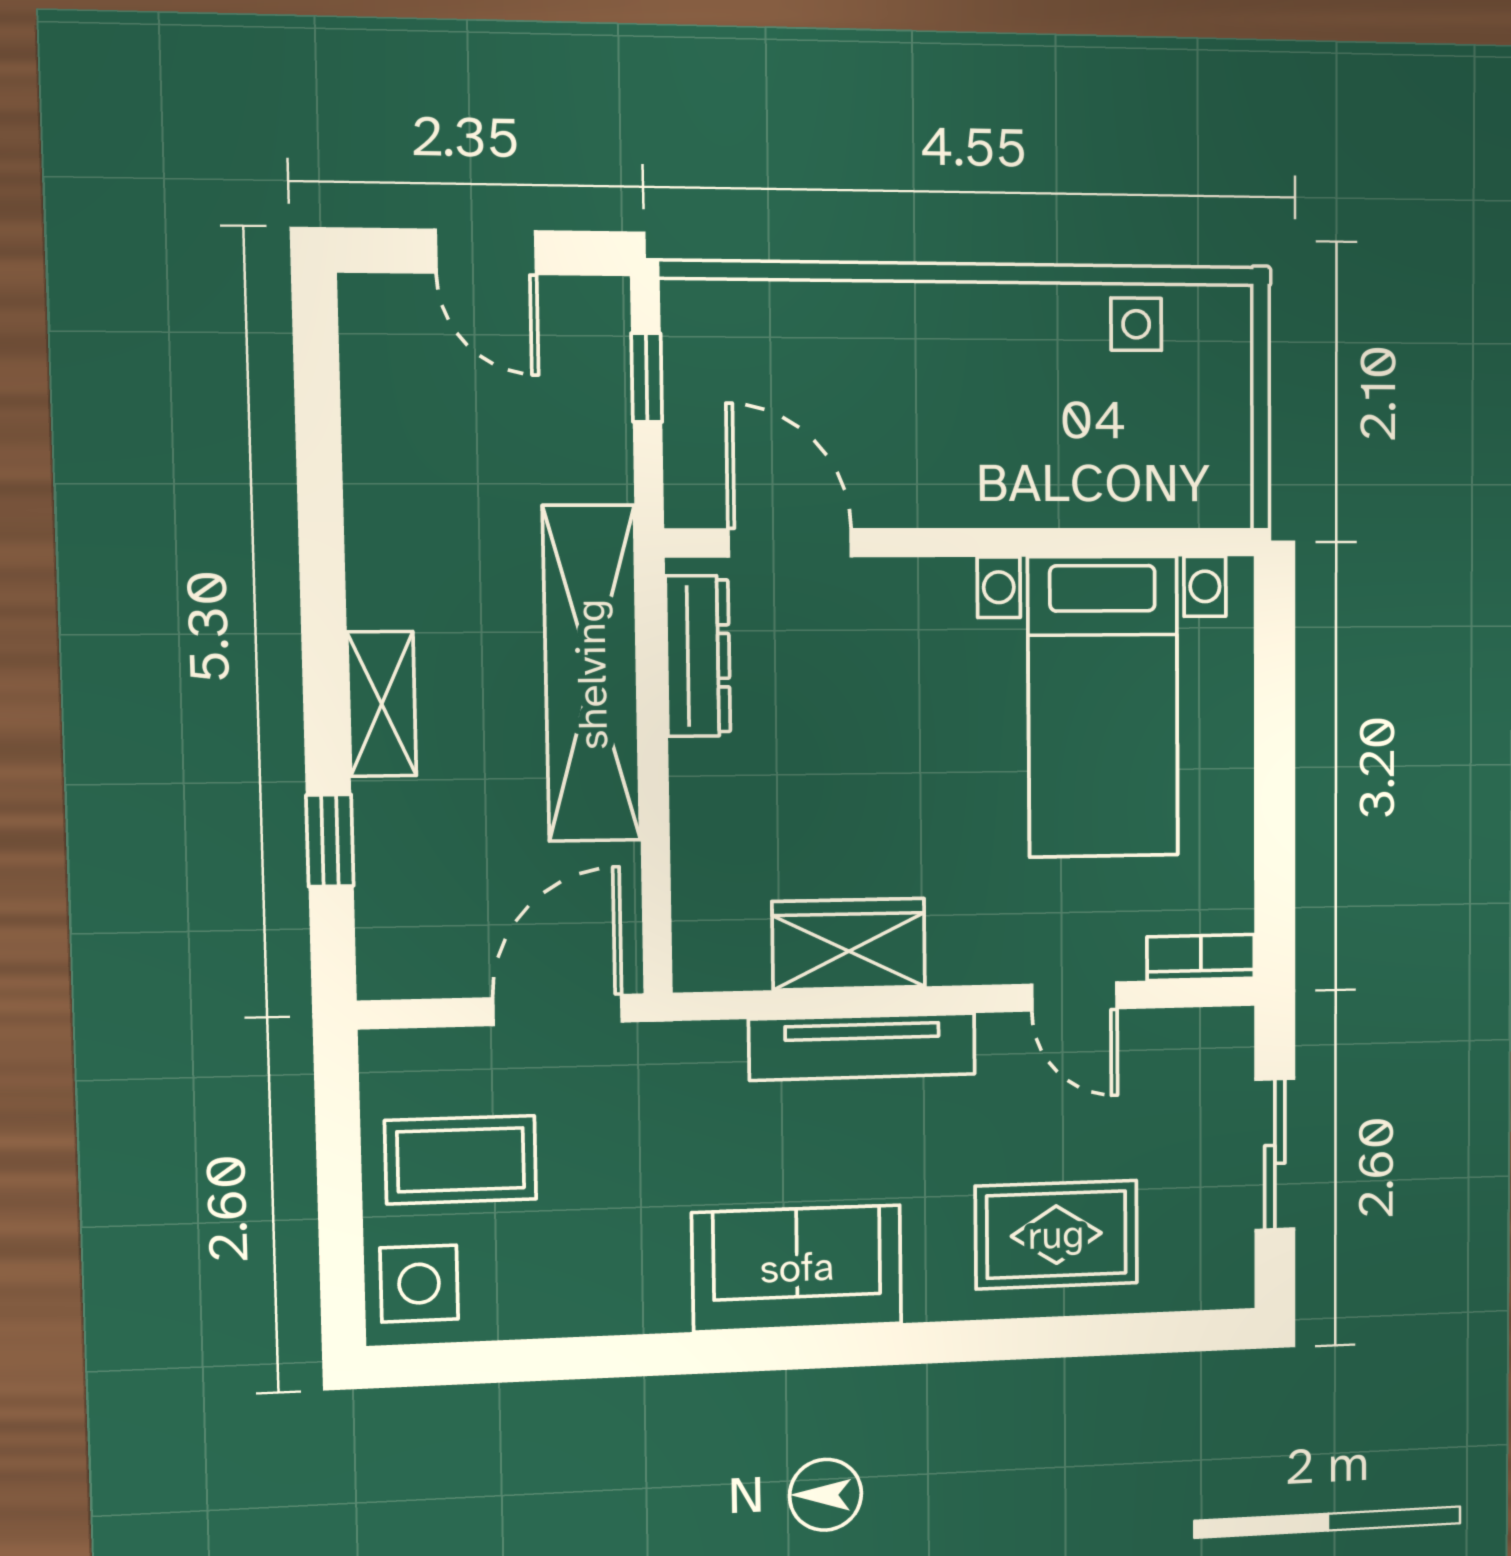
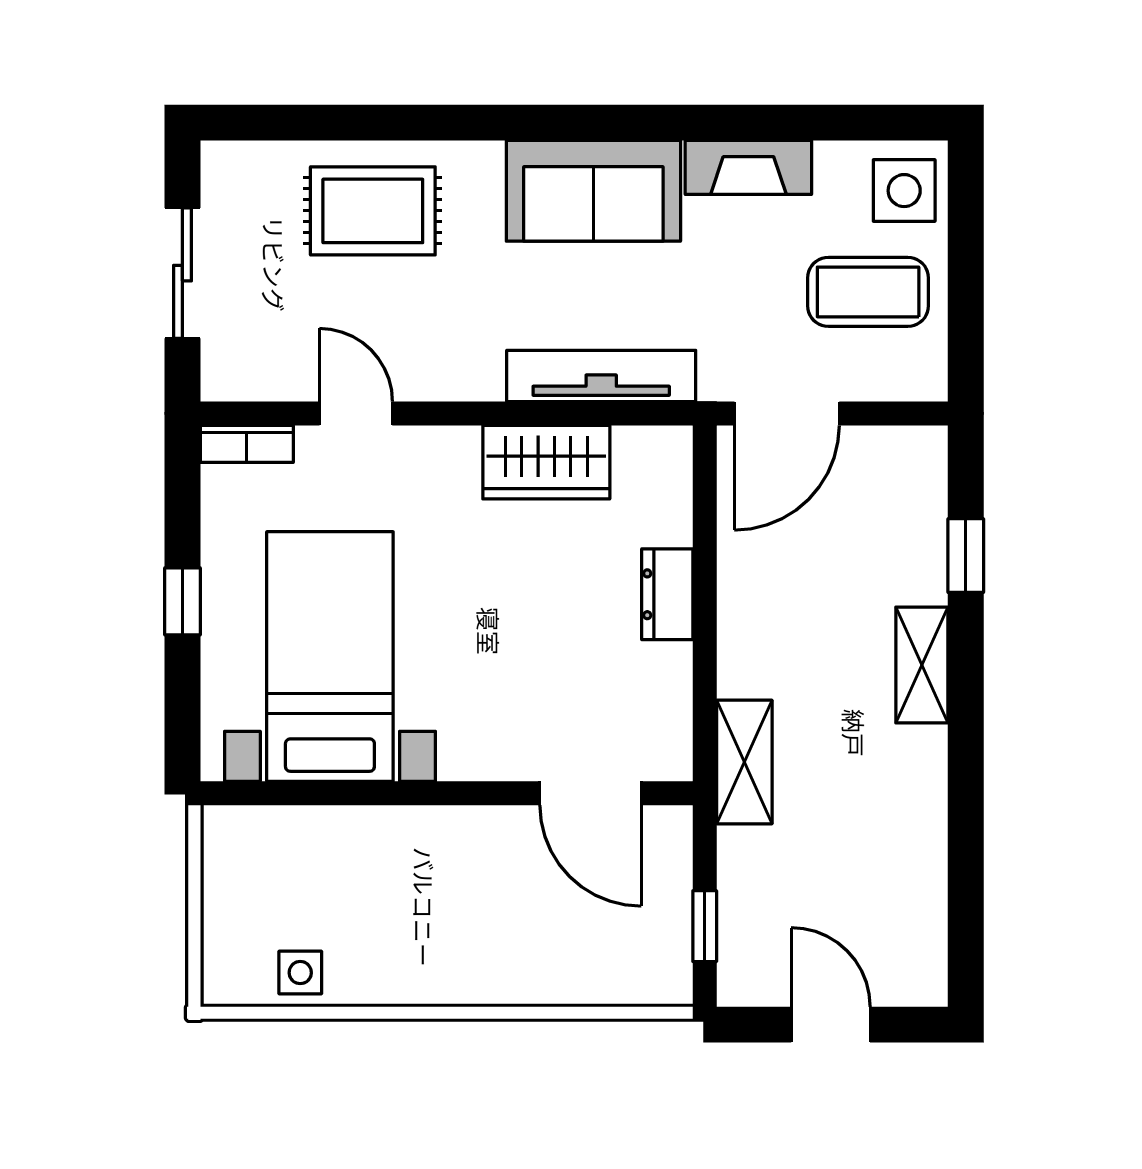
dresser: (698, 656) -> (667, 594), moved, width x0.70
shelving: (592, 674) -> (744, 762), width x0.45, depth x0.75
window: (1275, 770) -> (182, 601), added
tv unit: (862, 1047) -> (601, 376), moved
fireplace: (611, 1303) -> (748, 167), added

